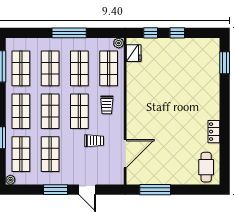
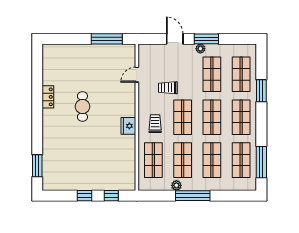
plant: (119, 43) -> (176, 185), moved
fridge: (134, 53) -> (128, 126), moved
door: (125, 154) -> (137, 75), width x0.53
cafe table: (206, 167) -> (82, 107), moved
plant: (10, 180) -> (200, 49), moved

